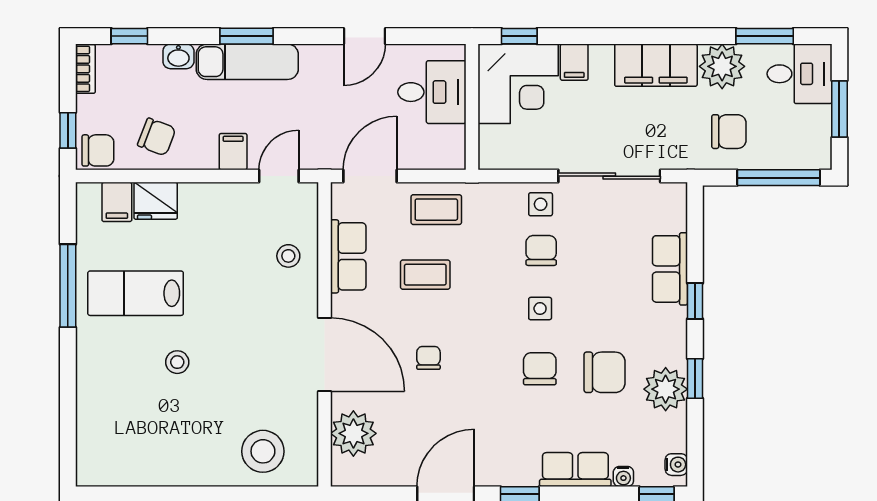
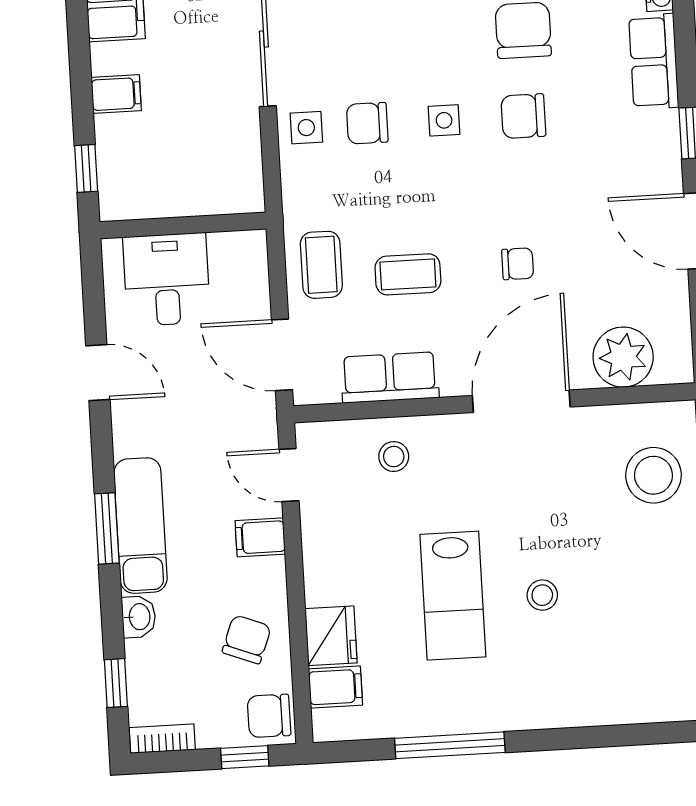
corner desk: (518, 84) -> (149, 166), removed
chair: (98, 150) -> (269, 716), turned -90
coffee table: (425, 275) -> (408, 274), turned 90
lab bench: (136, 293) -> (453, 596), moved
chair: (428, 358) -> (518, 264), turned 180

